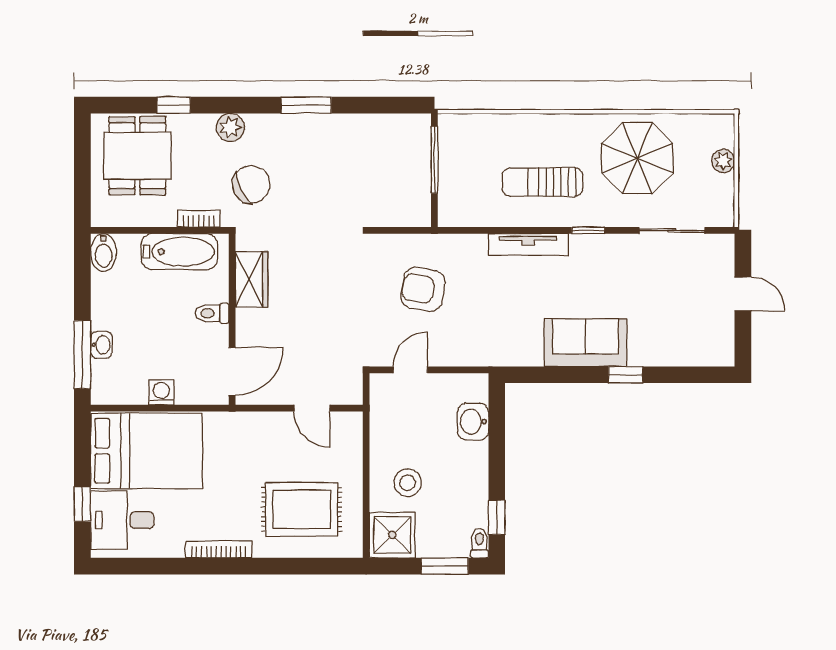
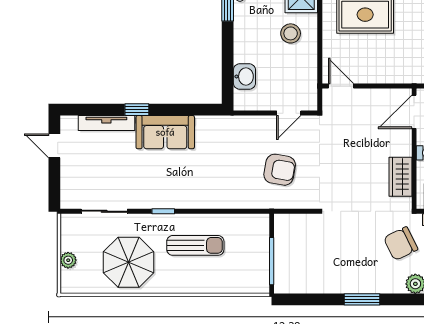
tv unit: (528, 244) -> (106, 123), moved, turned 180
door: (743, 294) -> (54, 146), moved
door: (312, 408) -> (341, 86), moved

